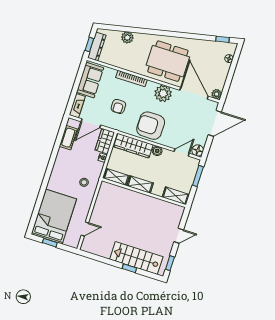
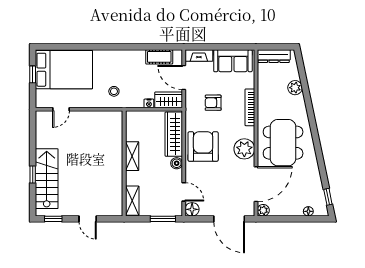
window: (89, 44) -> (273, 47), removed
shelving: (116, 177) -> (132, 126), removed
door: (85, 229) -> (61, 109), hinge flipped

